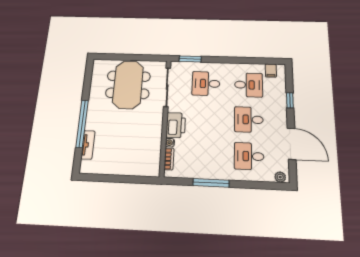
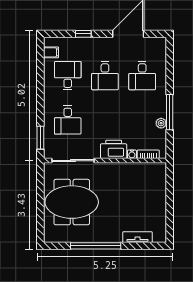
window: (82, 124) -> (96, 246), moved
plant: (280, 177) -> (161, 123), moved

